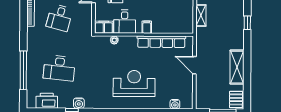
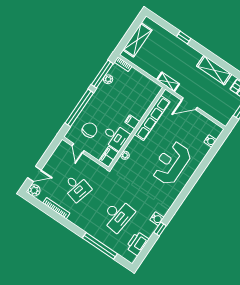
shelving: (201, 15) -> (168, 82), moved

